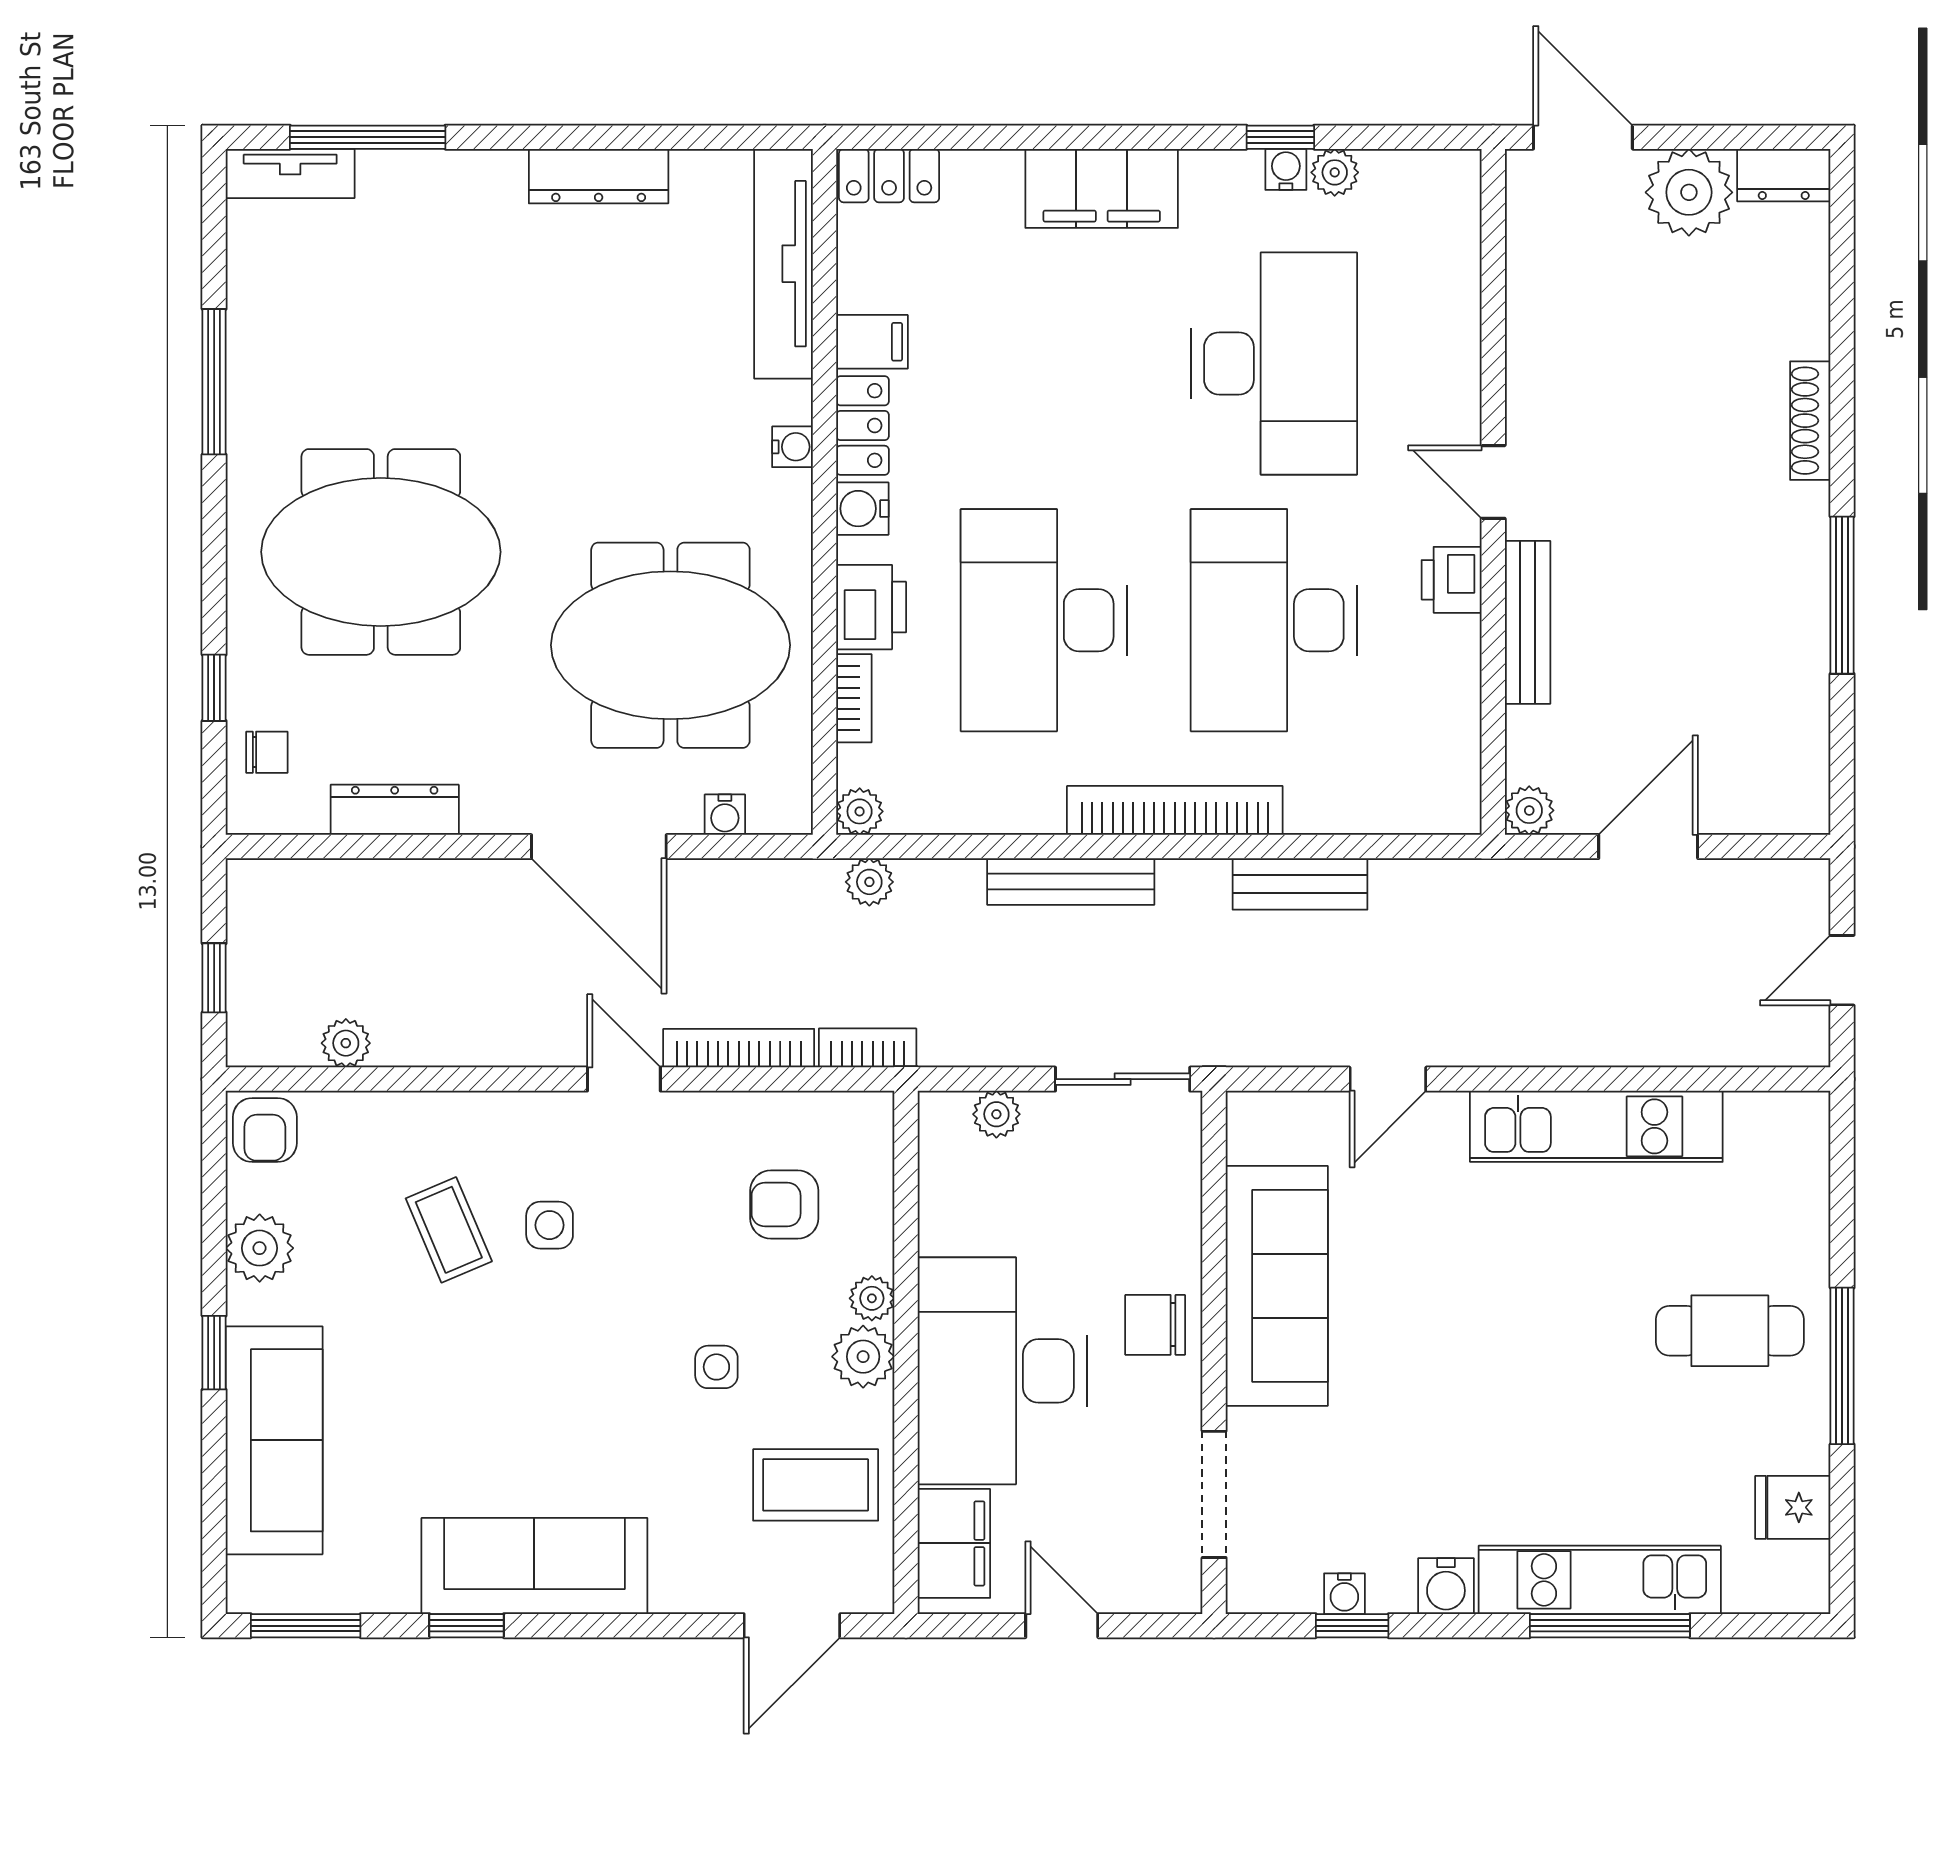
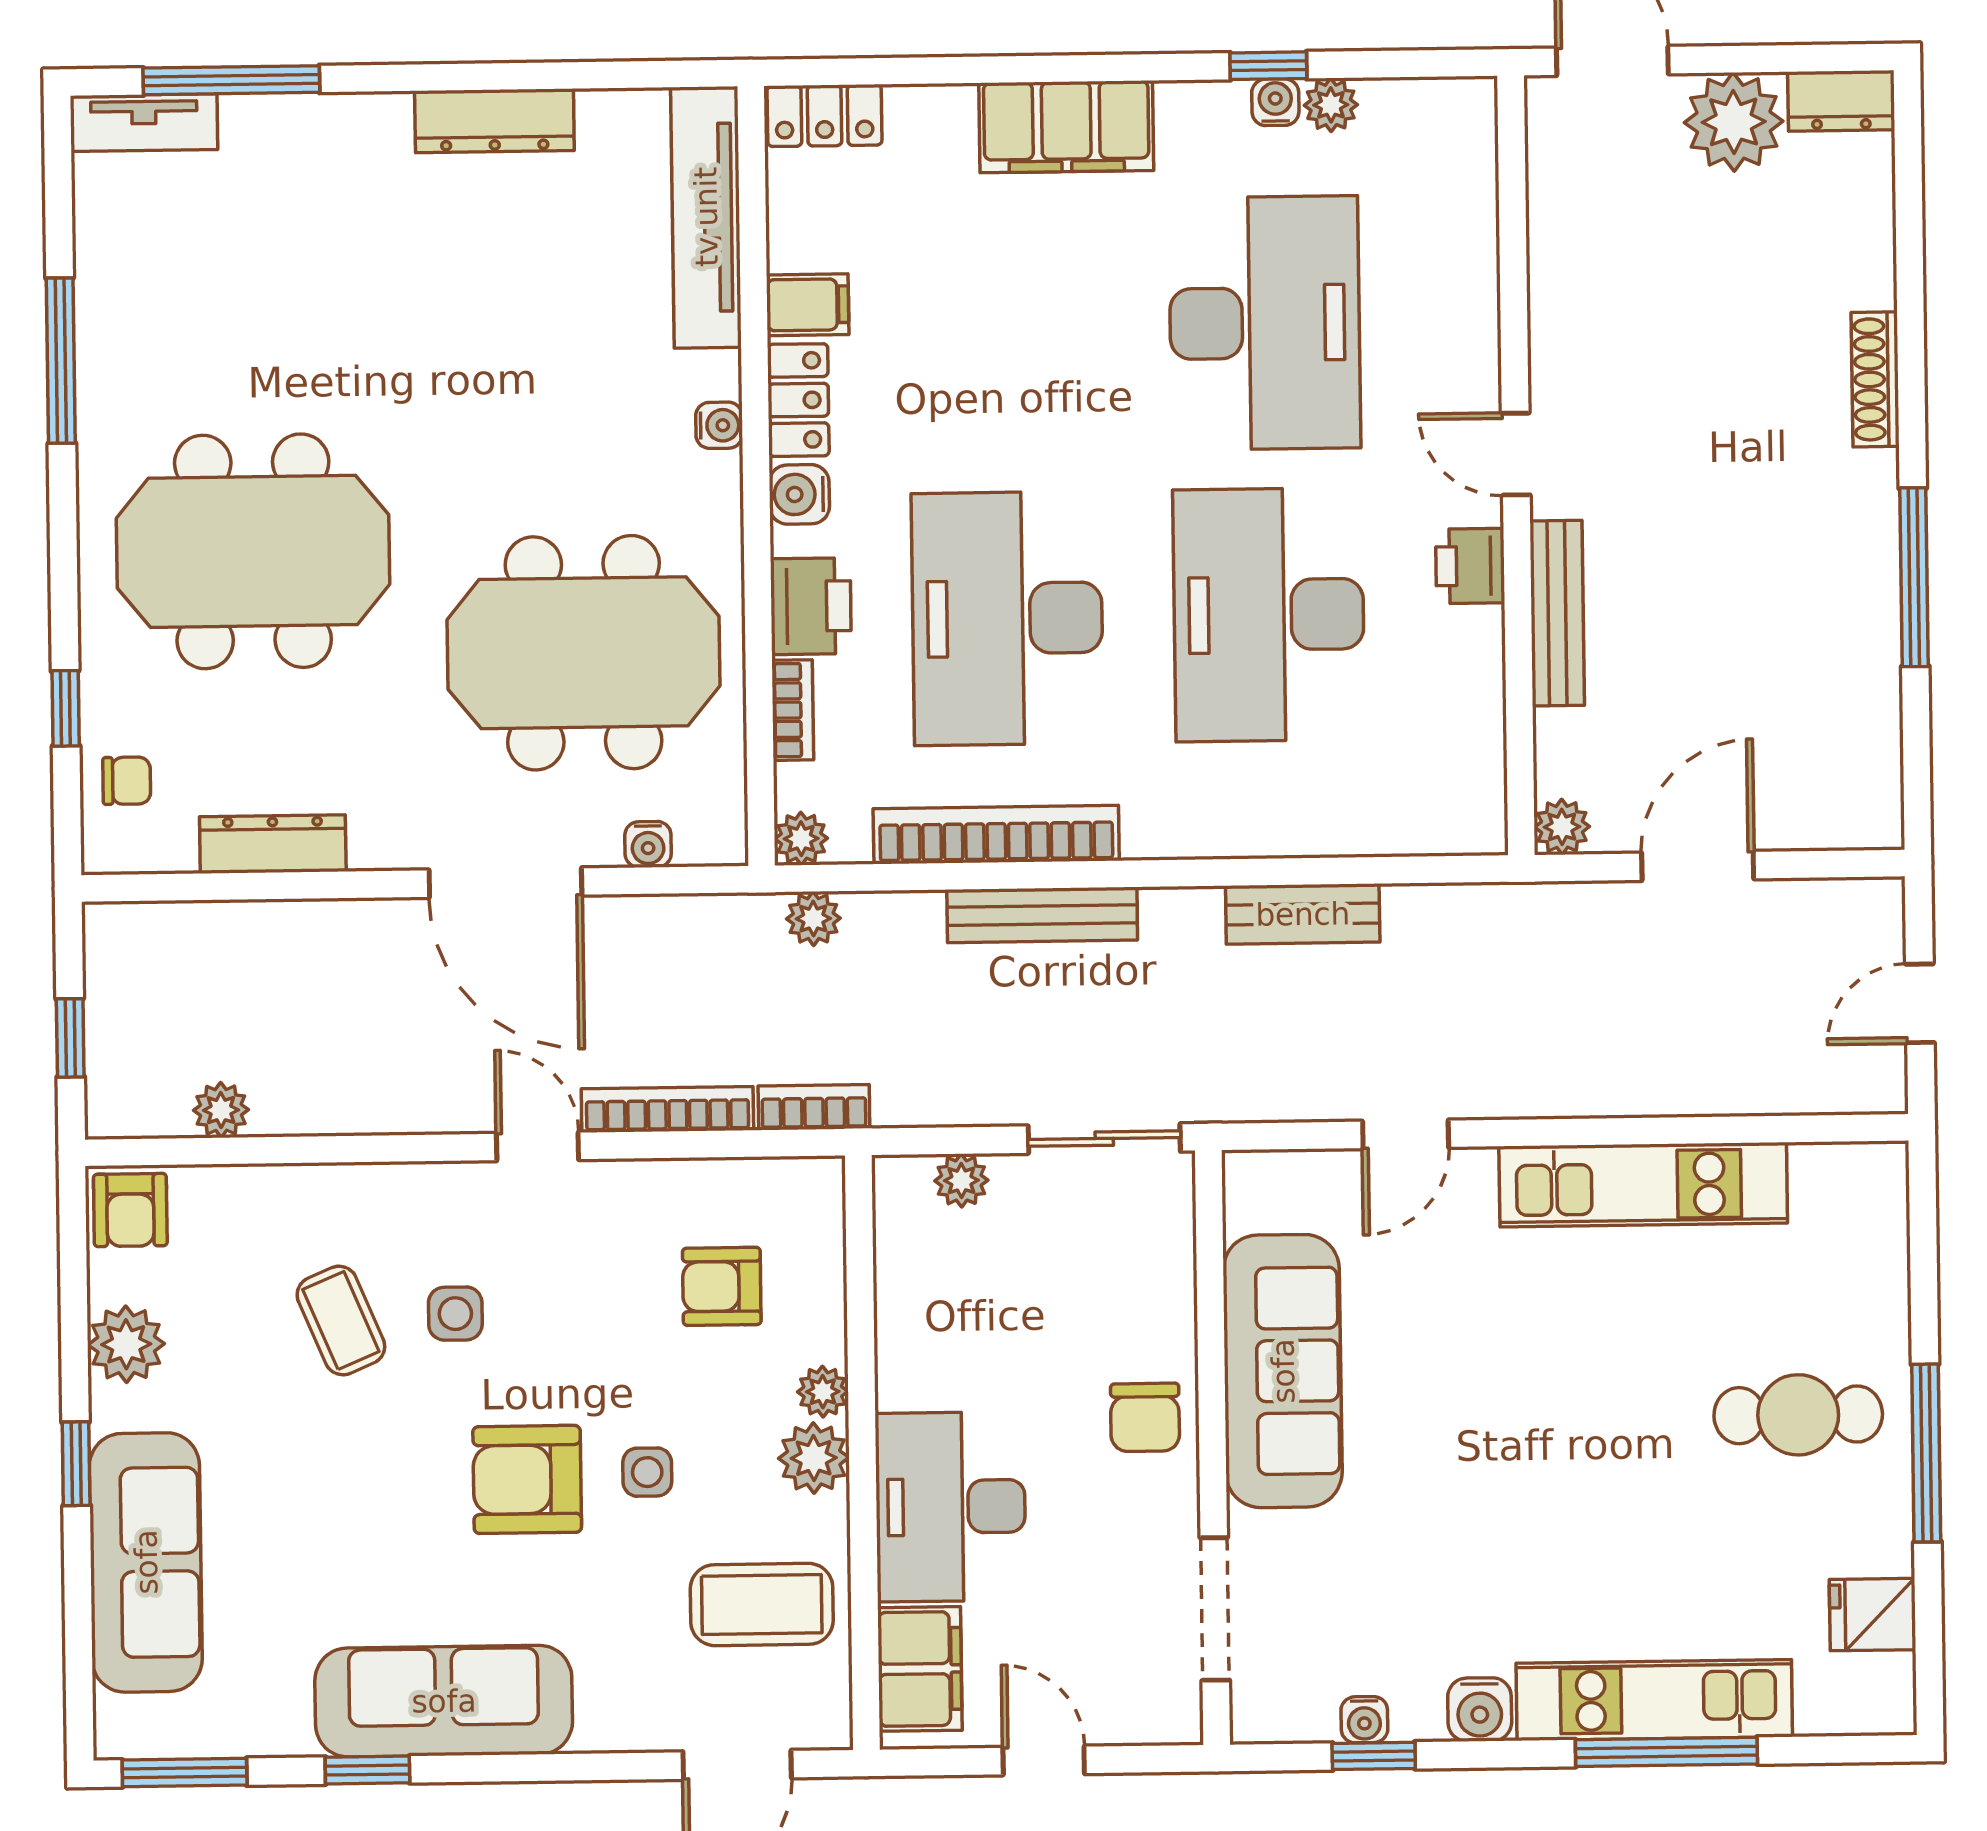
bookcase: (1175, 810) -> (996, 835), moved
chair: (1155, 1325) -> (1145, 1417), turned -90
desk: (1002, 1371) -> (951, 1507), width x0.73, depth x0.77
armchair: (611, 1372) -> (527, 1479), added

